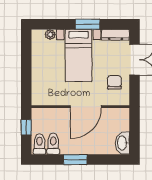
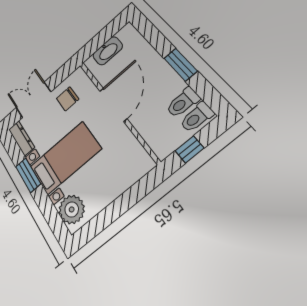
plant: (50, 35) -> (72, 209), width x1.87, depth x1.87
door: (86, 107) -> (113, 105), hinge flipped
washbasin: (122, 143) -> (108, 51), moved

